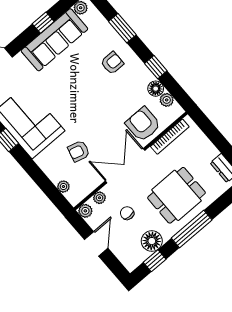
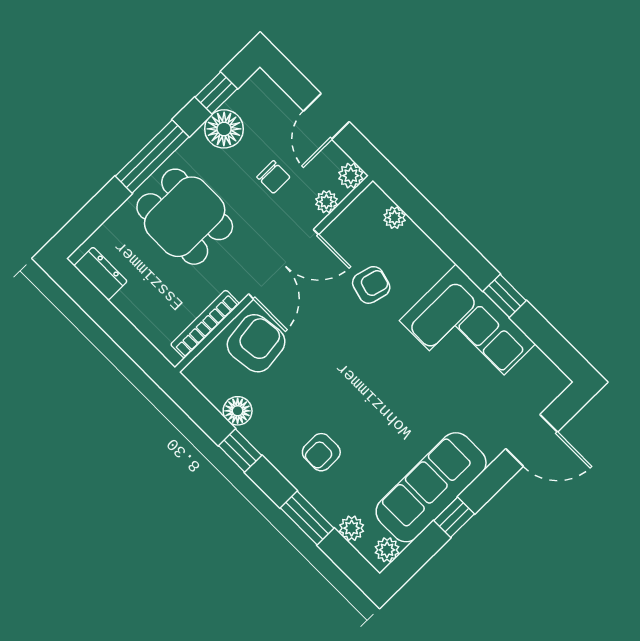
plant: (167, 100) -> (352, 528), moved
armchair: (143, 124) -> (256, 343), turned -97
dining table: (176, 195) -> (185, 217), turned 90

